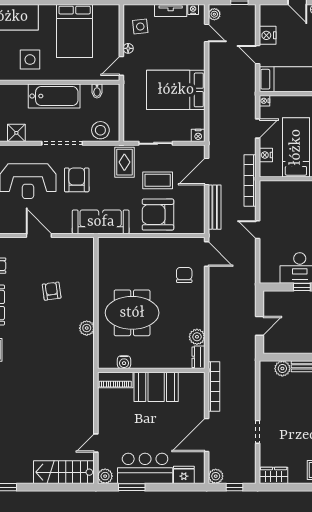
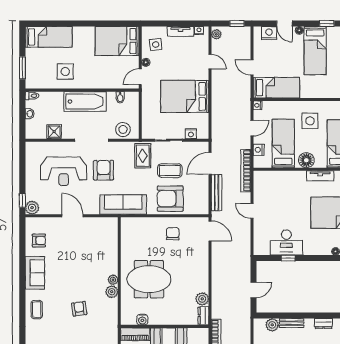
bed: (75, 31) -> (117, 41), moved, turned 90
door: (207, 33) -> (210, 62), moved
nightstand: (268, 35) -> (269, 33), moved, turned 90
nightstand: (198, 135) -> (191, 134), moved
chair: (184, 275) -> (173, 234), moved
armchair: (52, 291) -> (79, 309), moved
plant: (88, 313) -> (113, 280), added

